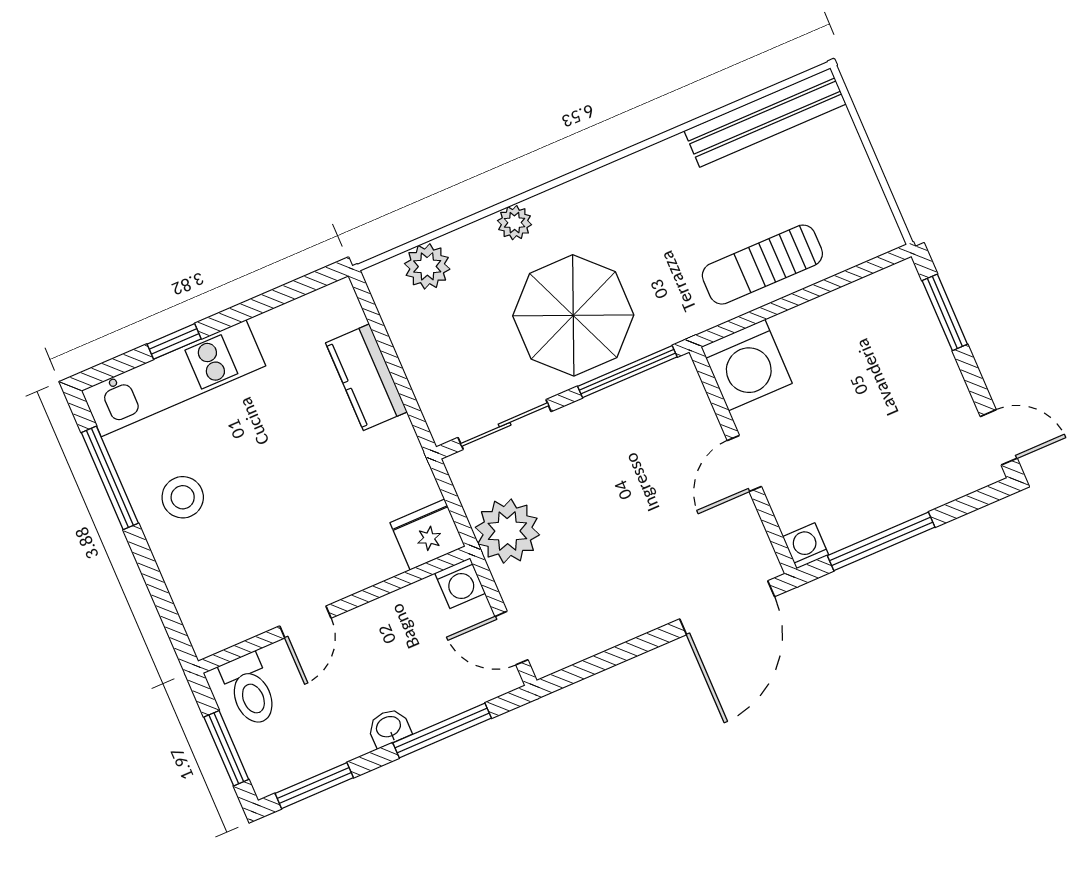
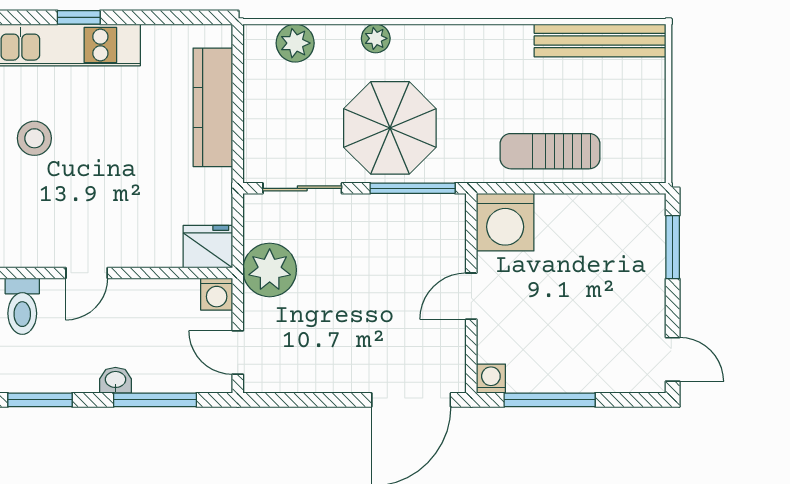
kitchen counter: (366, 377) -> (213, 107), width x1.50

